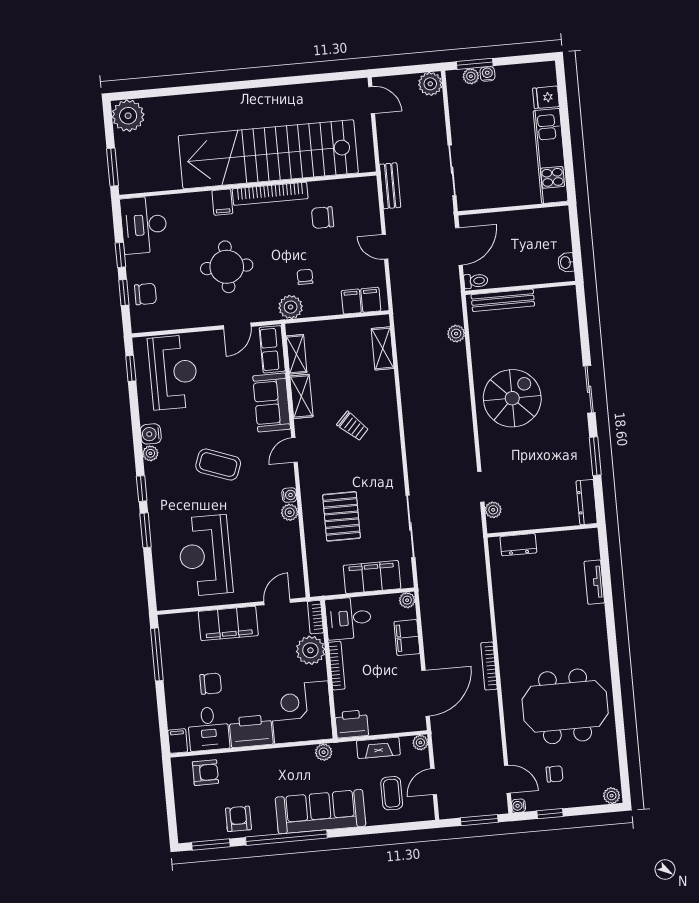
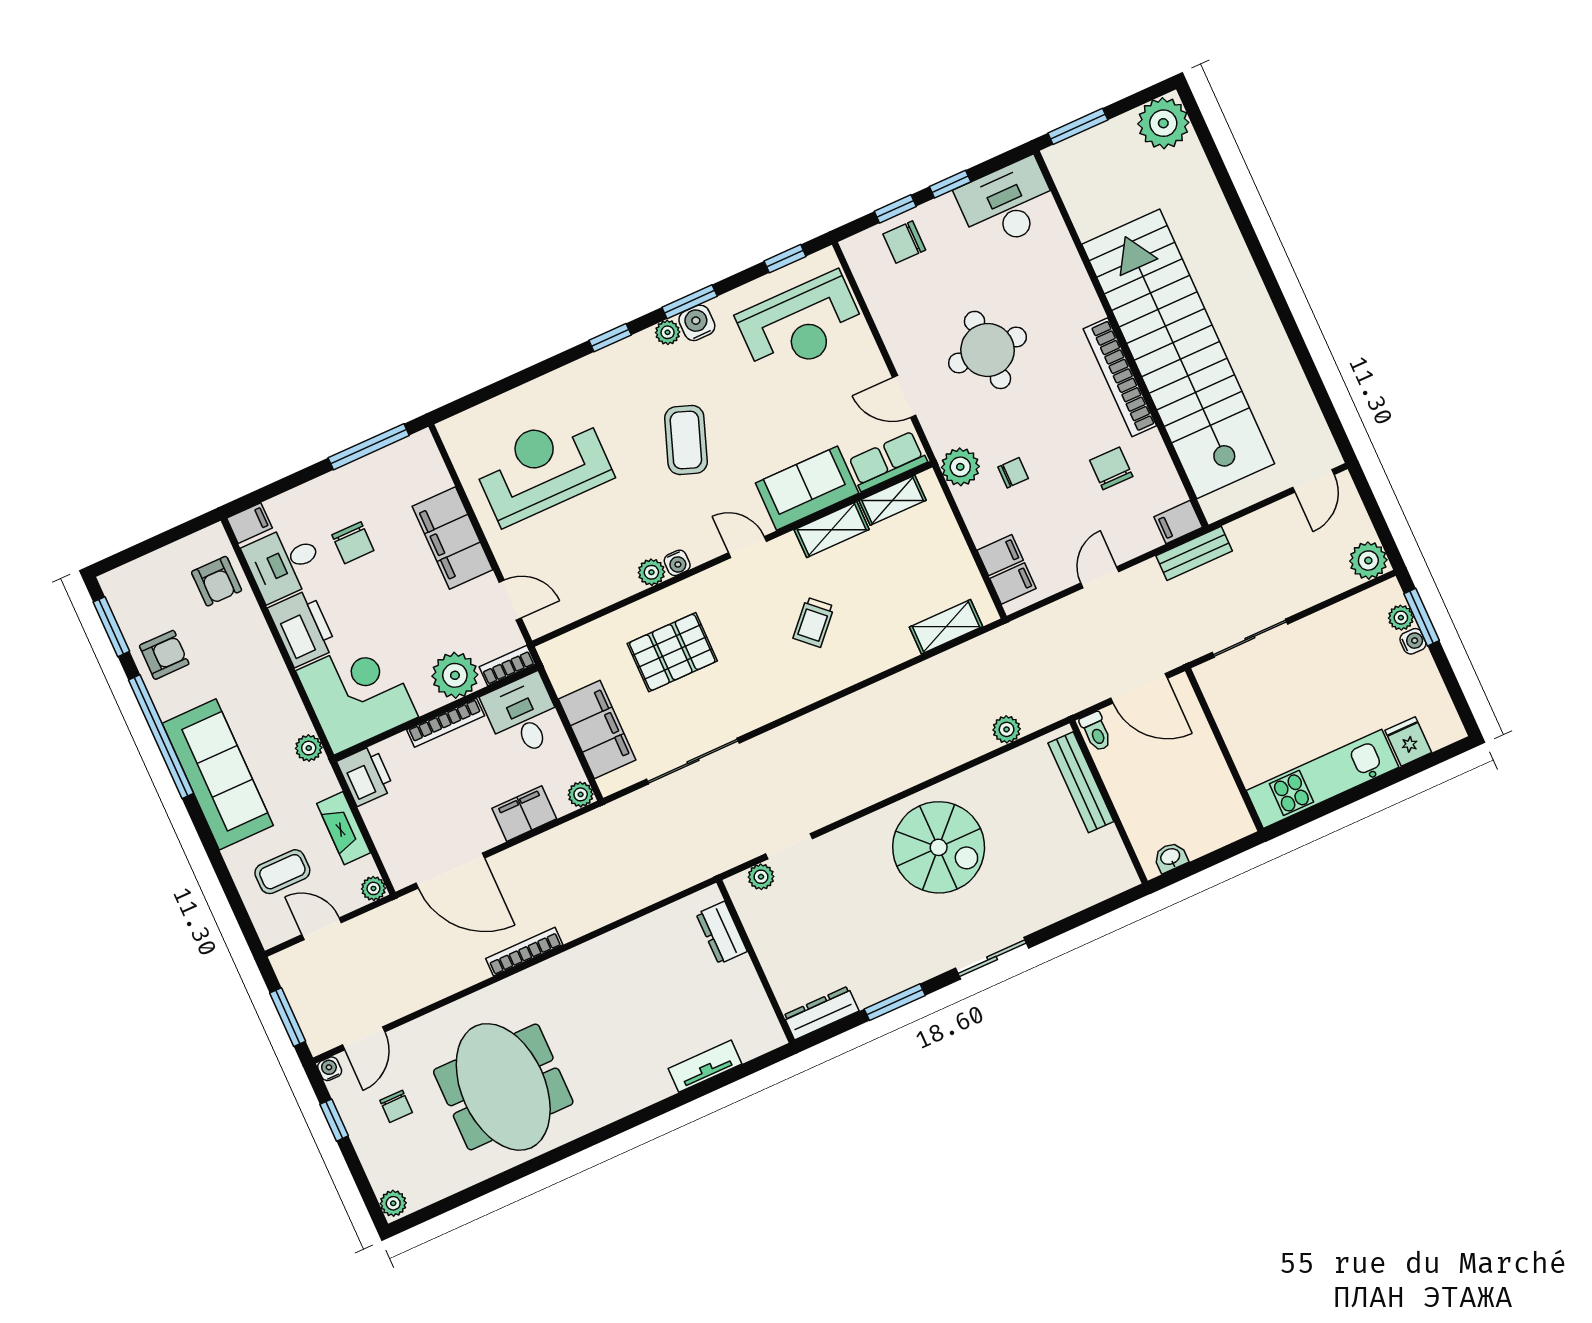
filing cabinet: (222, 202) -> (1178, 522), moved
chair: (145, 294) -> (904, 242), turned 90
window: (146, 530) -> (690, 302), moved

